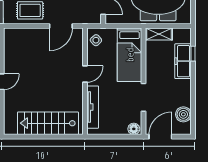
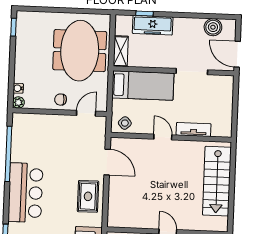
tv unit: (93, 107) -> (194, 129), width x0.71
floor lamp: (134, 129) -> (227, 84), removed

